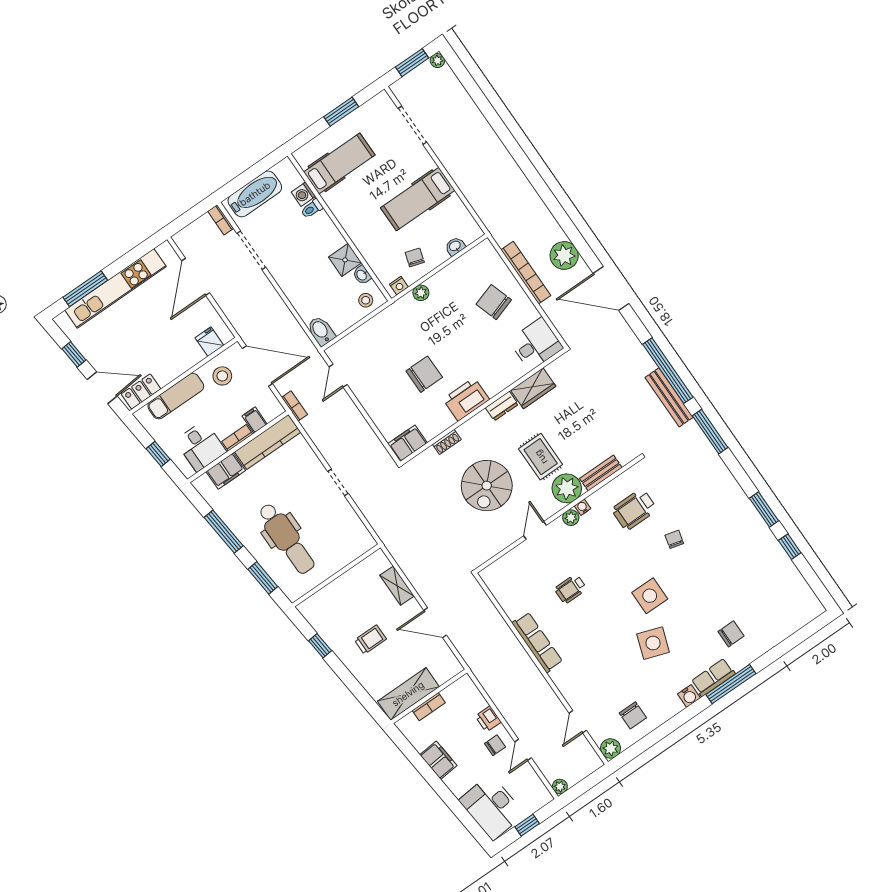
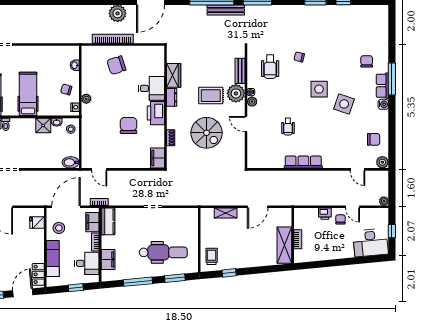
hospital bed: (418, 199) -> (28, 94), moved, turned 180
desk: (536, 344) -> (151, 88), moved, turned 90
filing cabinet: (255, 420) -> (92, 222), width x2.00
kitchen counter: (268, 442) -> (108, 221), width x0.67
trolley: (370, 640) -> (212, 256), moved
filing cabinet: (438, 760) -> (328, 253), removed

